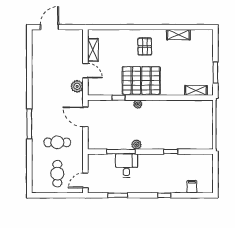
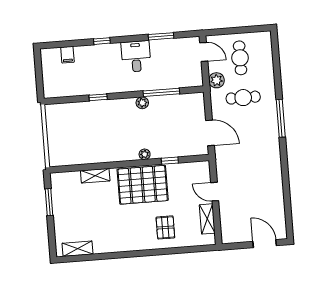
door: (49, 27) -> (265, 244), swing flipped
shelving: (178, 35) -> (78, 249), moved
pallet: (145, 47) -> (165, 227), moved
plant: (77, 86) -> (217, 80), moved
shelving: (196, 90) -> (95, 176), moved
desk: (126, 166) -> (136, 56), moved, turned 180
door: (85, 180) -> (204, 52), hinge flipped

